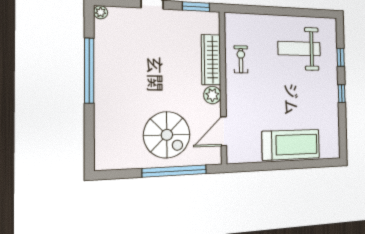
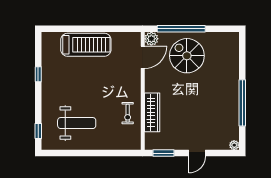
window: (341, 57) -> (38, 131), moved
window: (342, 94) -> (38, 74), moved
plant: (212, 95) -> (151, 39), moved
treadmill: (291, 145) -> (86, 45), turned 180

